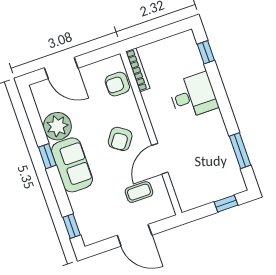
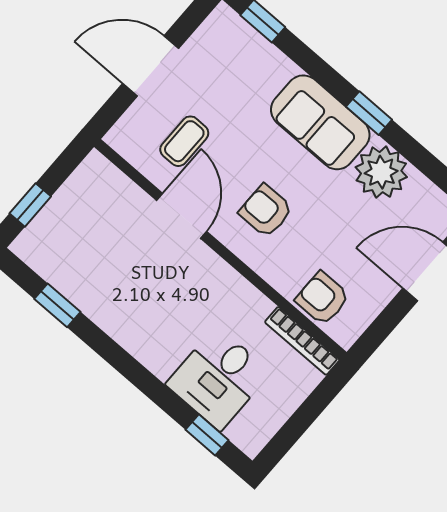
armchair: (117, 84) -> (322, 298), turned -90
desk: (193, 96) -> (218, 378), moved
armchair: (120, 139) -> (266, 211), turned -35
window: (240, 151) -> (57, 305), width x0.67

